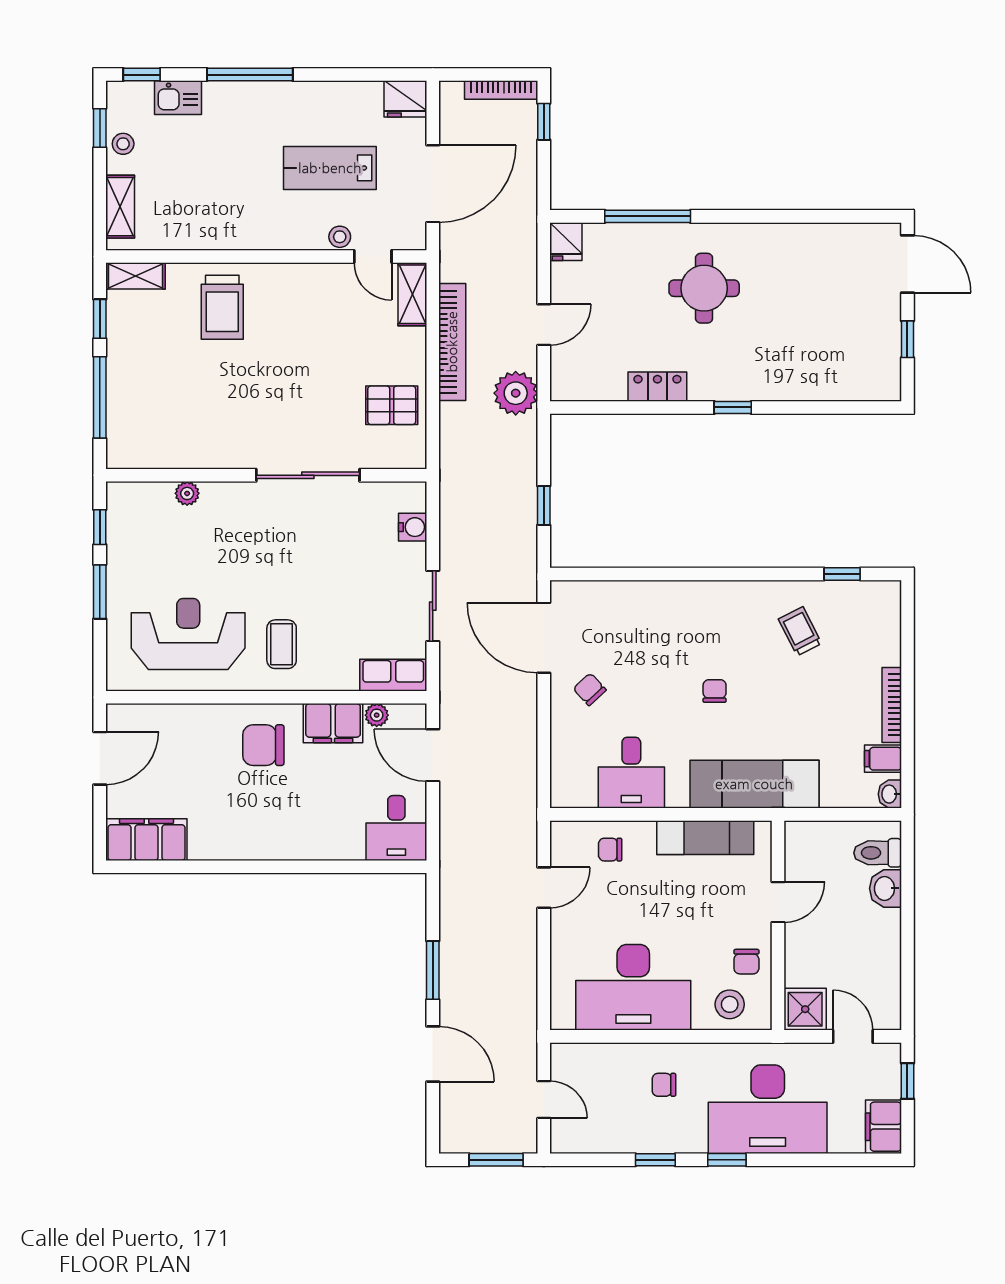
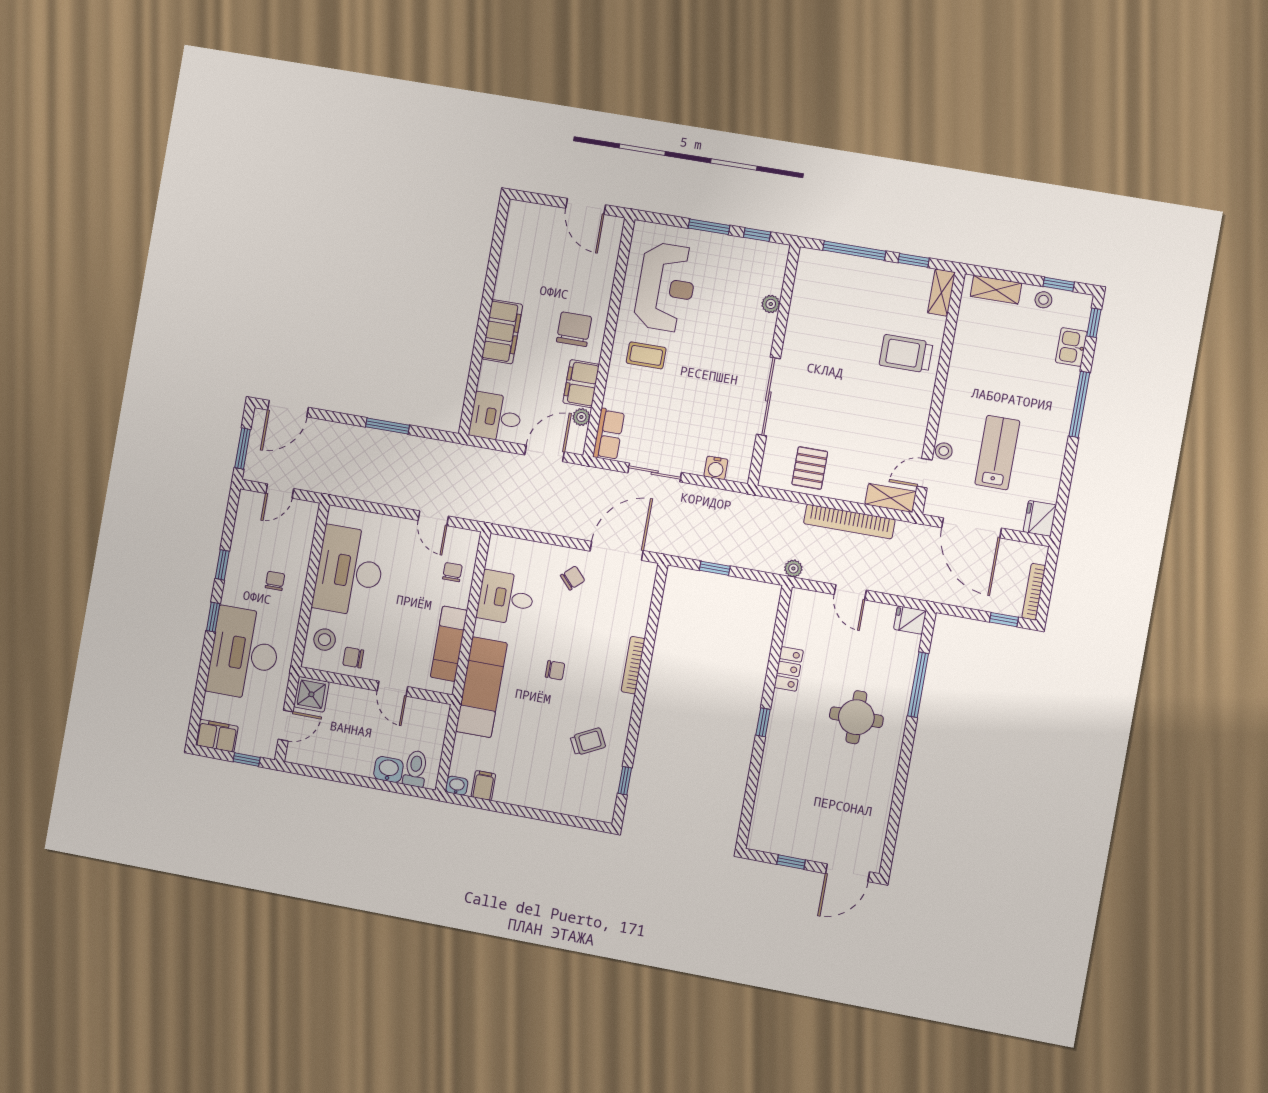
plant: (516, 393) -> (793, 568), width x0.53, depth x0.53
bookcase: (892, 705) -> (633, 665), moved, turned -90
filing cabinet: (146, 840) -> (502, 332), moved
door: (433, 1054) -> (288, 409), moved

